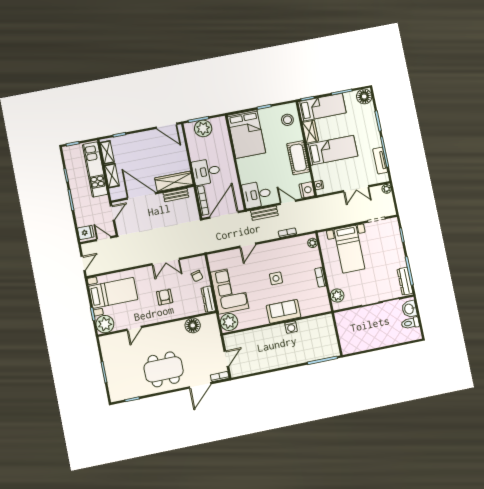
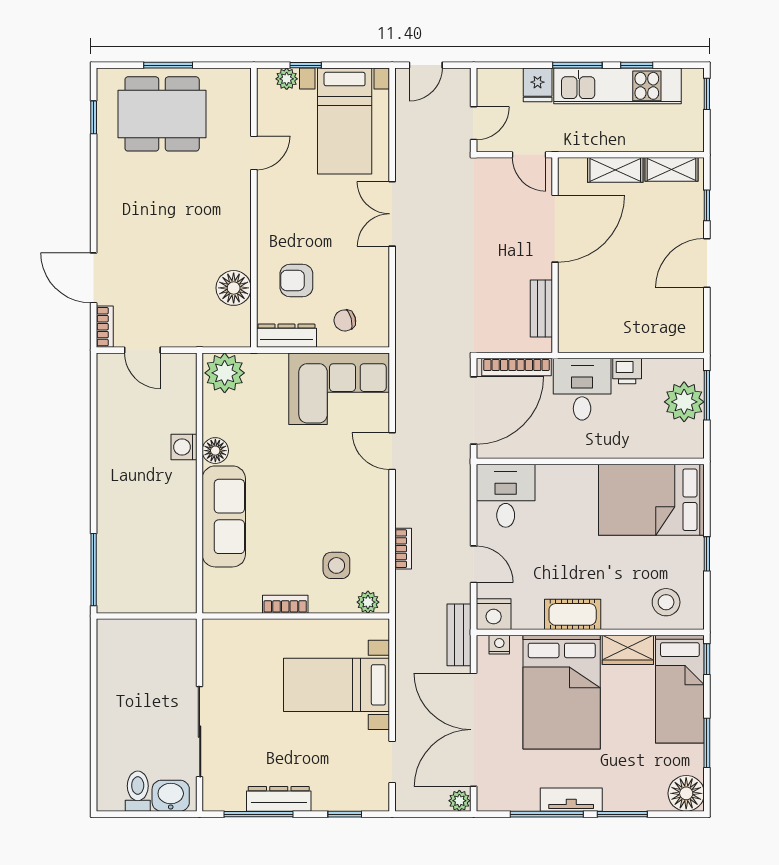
door: (166, 126) -> (707, 263), moved
bed: (332, 150) -> (562, 692), width x1.50
printer: (195, 154) -> (627, 371), added
cot: (298, 158) -> (573, 614), width x0.73, depth x0.75
tv unit: (380, 161) -> (571, 800), moved
kitchen unit: (95, 169) -> (618, 86), moved, turned 180
wardrobe: (174, 181) -> (574, 310), removed
double door: (356, 189) -> (474, 730), width x1.87
door: (288, 202) -> (474, 564), hinge flipped
bench: (264, 213) -> (459, 635), moved
door: (224, 215) -> (474, 410), hinge flipped
fridge: (86, 232) -> (538, 85), moved
double door: (166, 262) -> (392, 214), moved
door: (83, 263) -> (426, 65), hinge flipped
side table: (276, 278) -> (336, 565), moved
dresser: (405, 281) -> (279, 799), moved
corner sofa: (230, 290) -> (339, 389), moved
plant: (337, 296) -> (235, 634), removed
armchair: (165, 297) -> (296, 280), moved, turned 180
sofa: (284, 311) -> (224, 516), width x1.36
floor lamp: (262, 319) -> (215, 451), added
plant: (105, 324) -> (287, 79), width x0.53, depth x0.53
washing machine: (291, 327) -> (184, 447), moved
door: (134, 328) -> (254, 153), swing flipped
dining table: (164, 369) -> (162, 114), moved, turned 90

